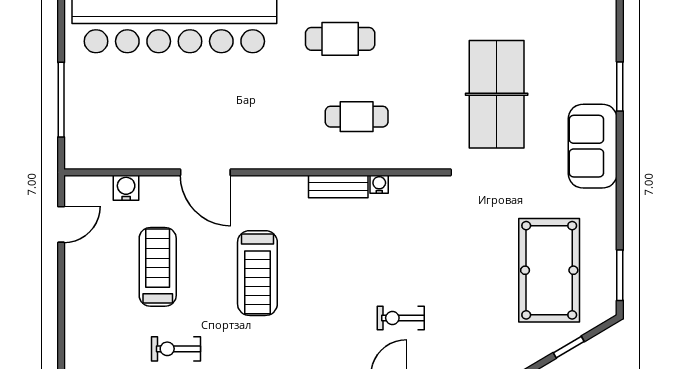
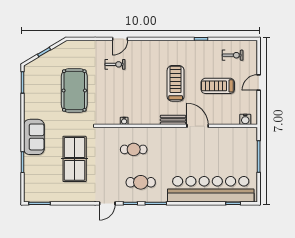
bench: (338, 187) -> (173, 120), moved
water cooler: (126, 188) -> (245, 119), moved
door: (61, 224) -> (259, 82), moved
treadmill: (158, 267) -> (218, 86), turned 90
pool table: (549, 270) -> (74, 91), moved
exercise bike: (176, 349) -> (233, 55), moved

